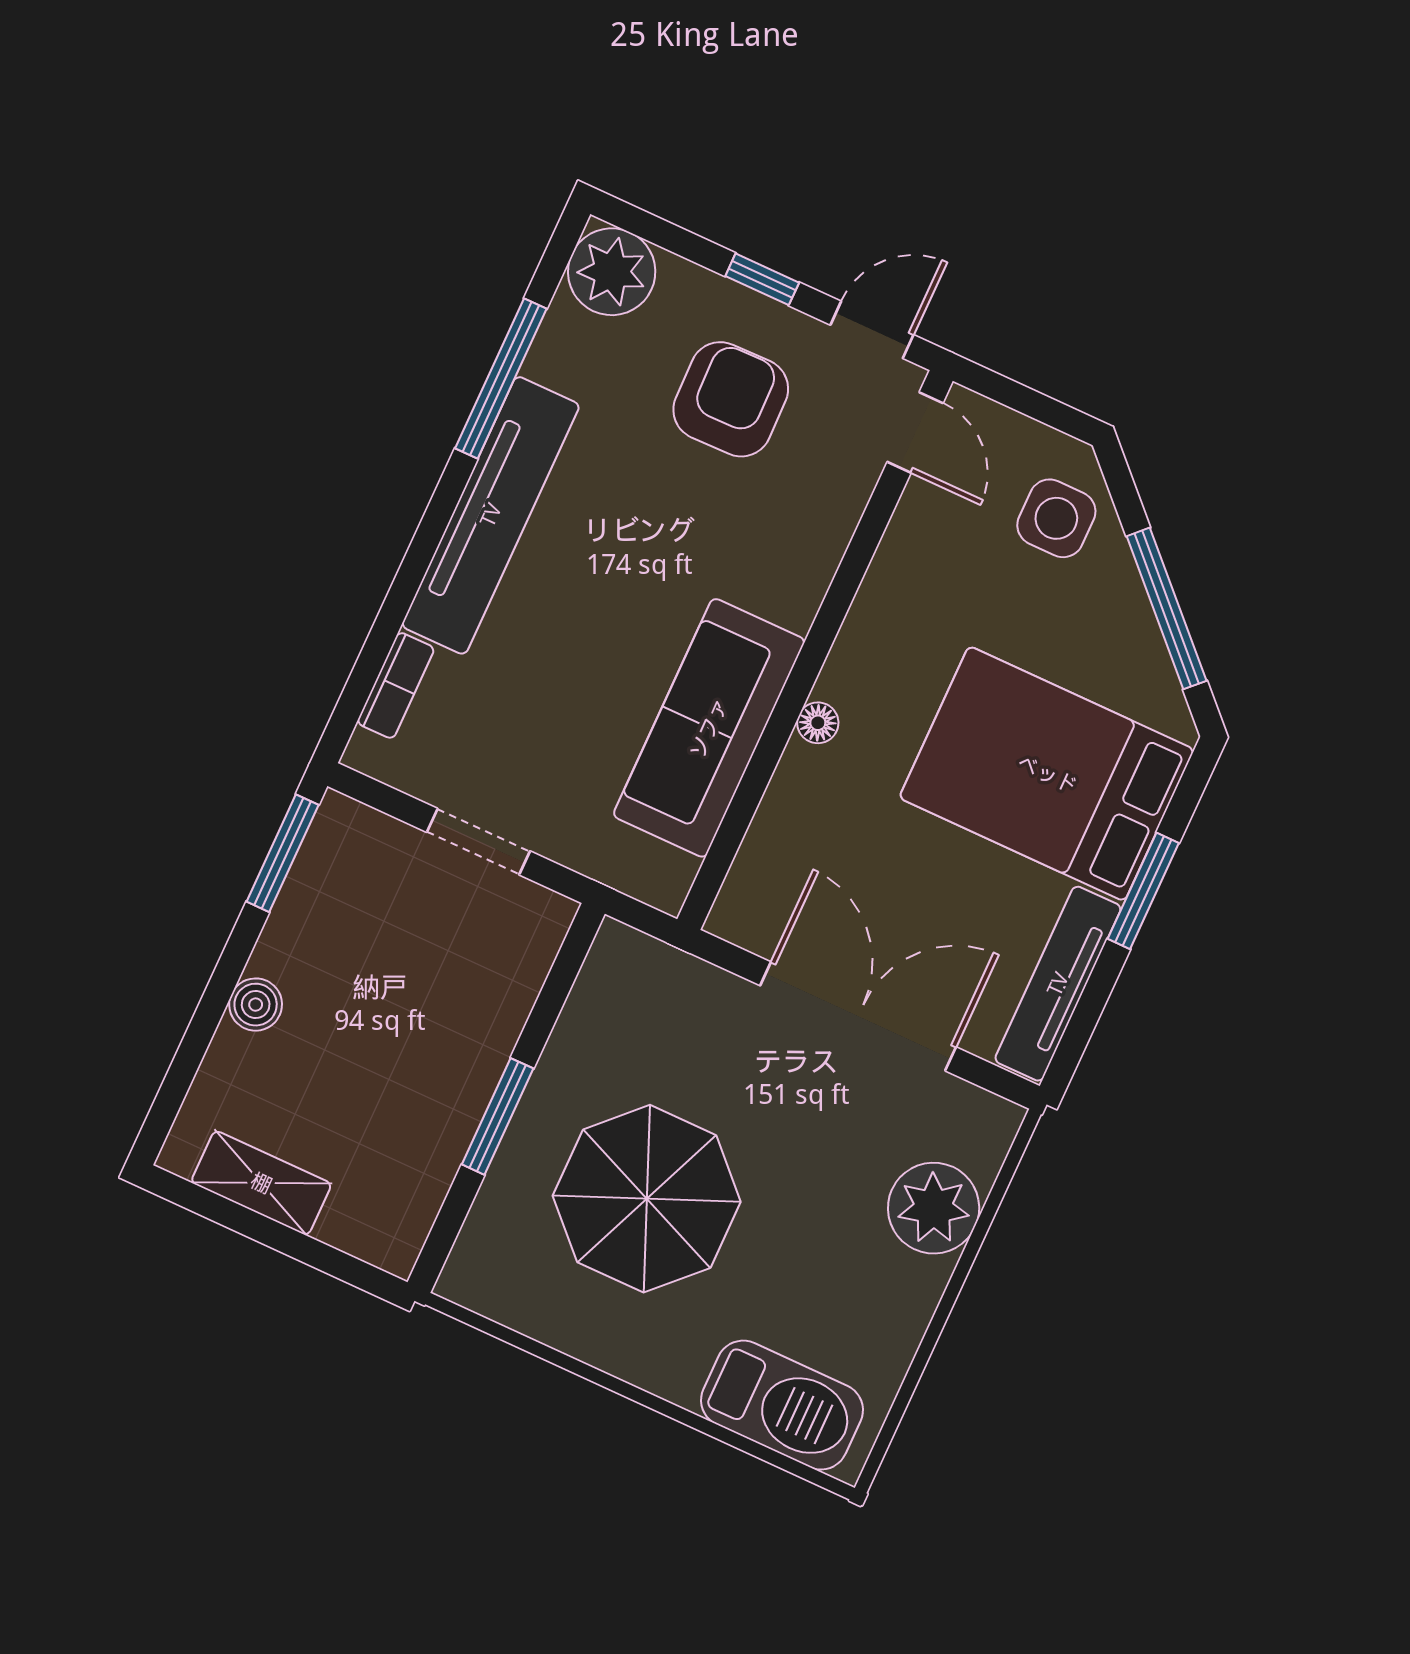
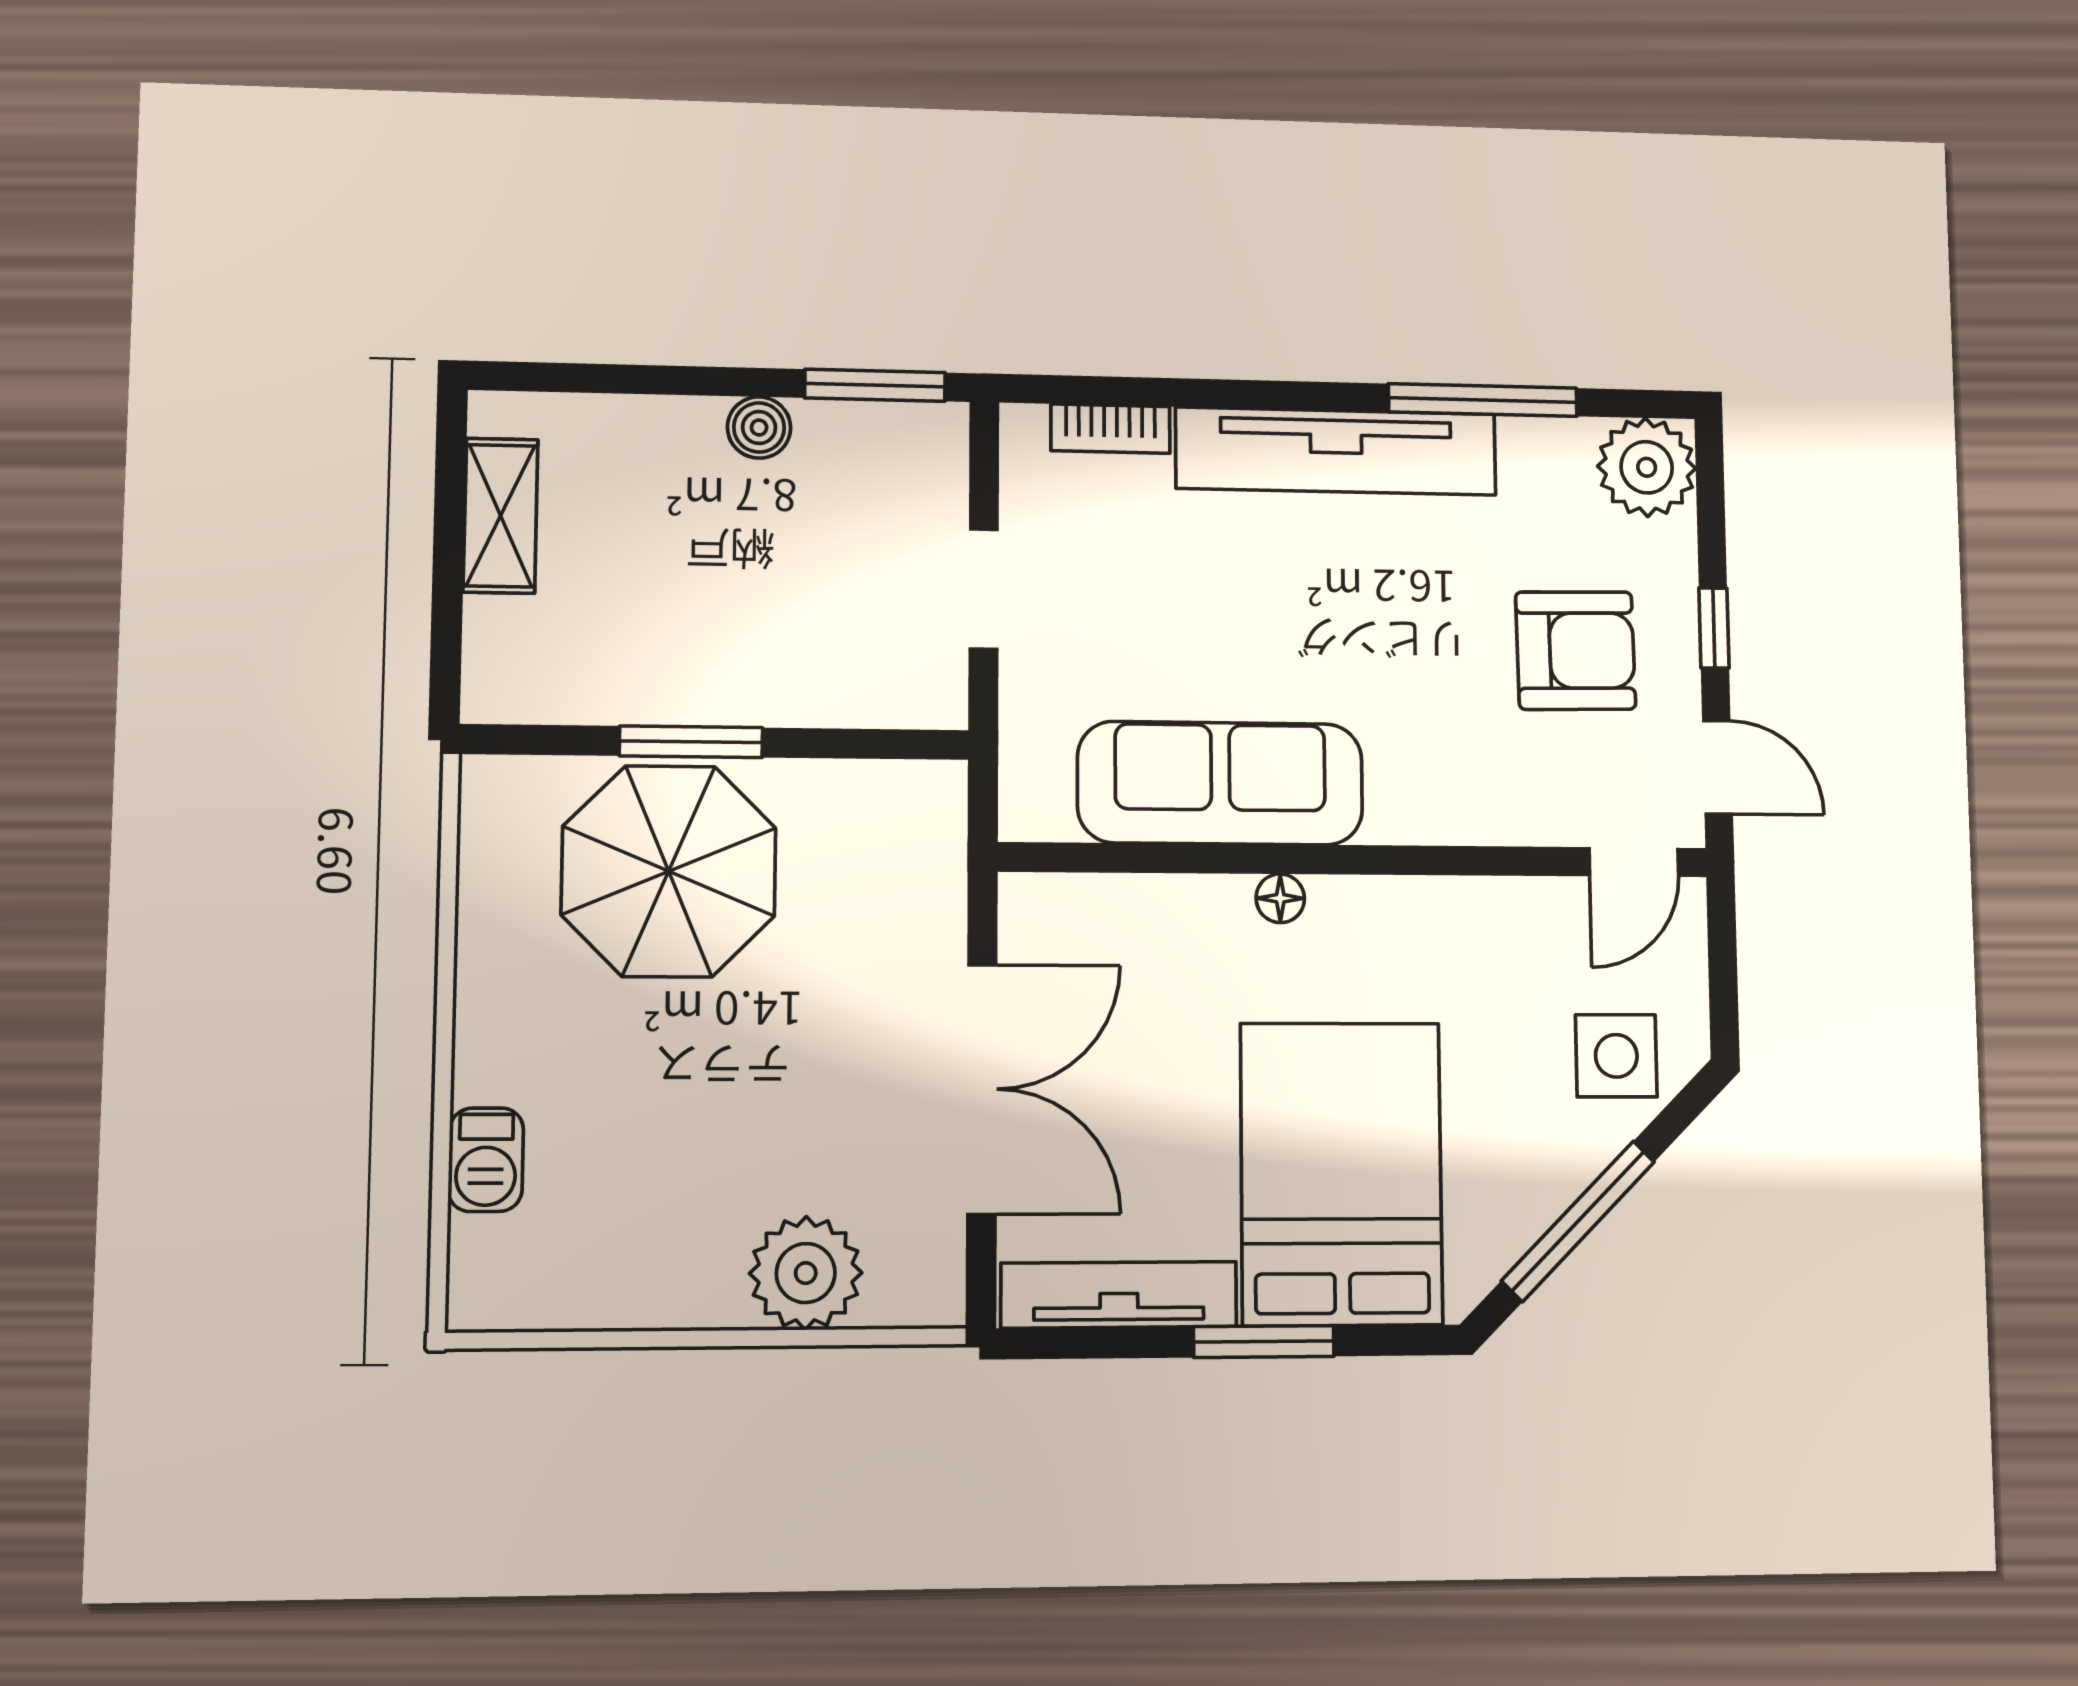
boiler: (256, 1005) -> (759, 428), moved
parasol: (647, 1199) -> (669, 871), moved
barbecue: (782, 1405) -> (486, 1160), width x0.53, depth x0.65

